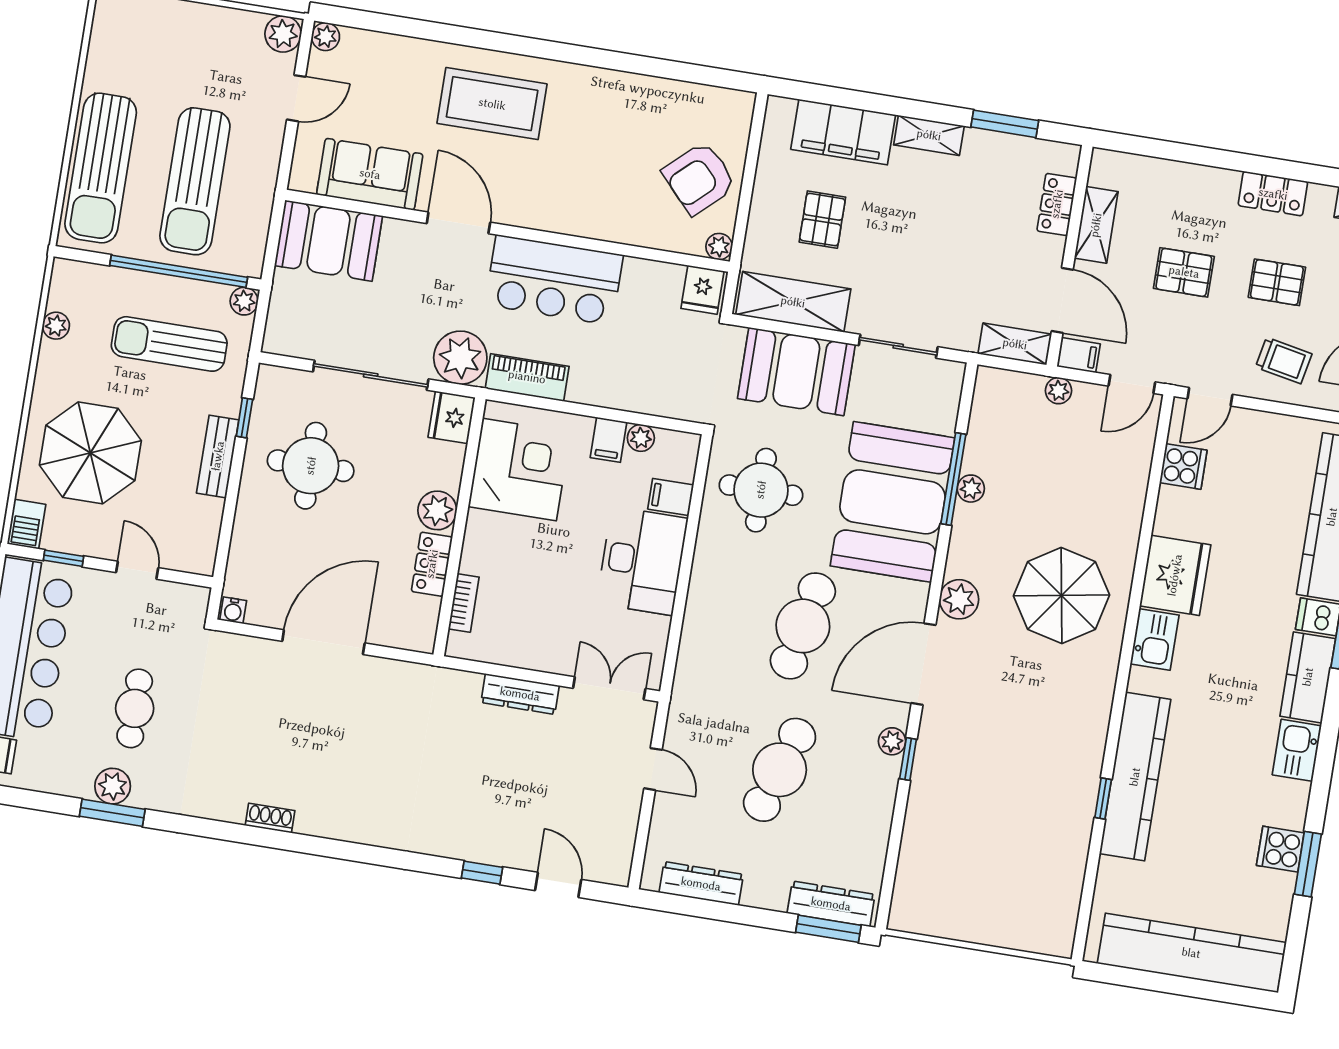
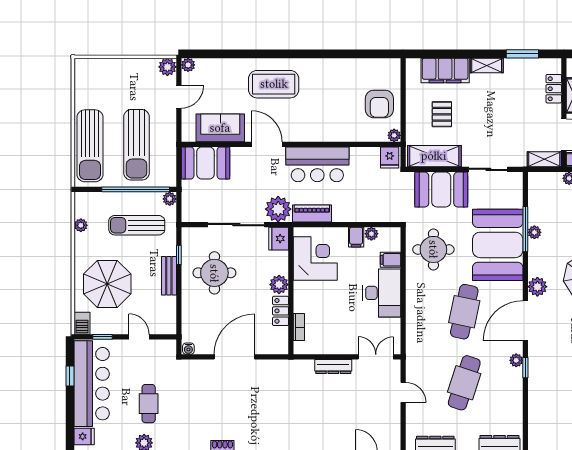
armchair: (699, 178) -> (379, 104), turned -47

